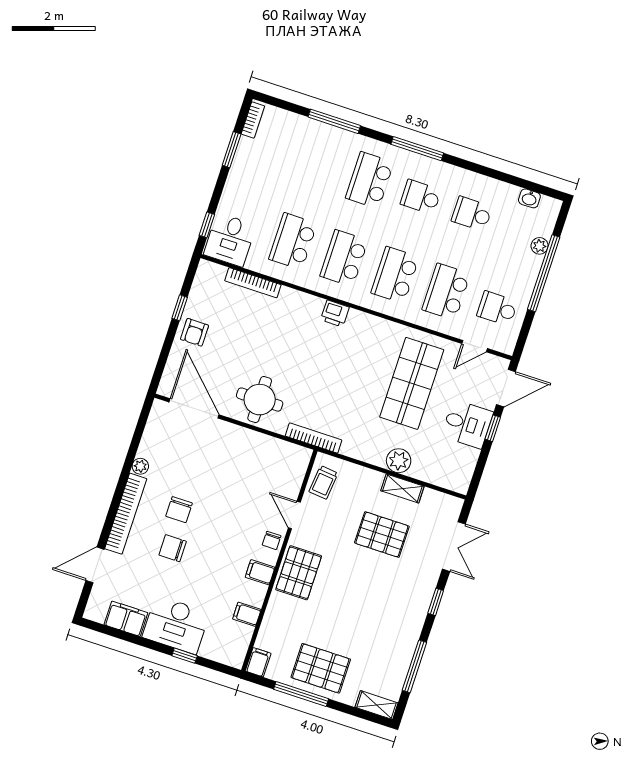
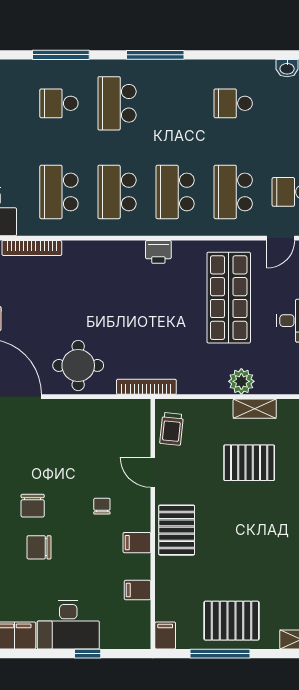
school desk: (421, 197) -> (59, 103), moved
printer: (335, 314) -> (158, 252), moved
chair: (272, 540) -> (102, 506), moved, turned 180

